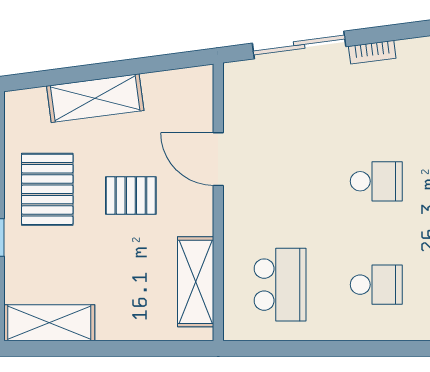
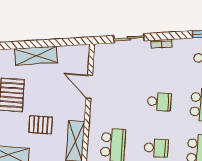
sliding door: (299, 45) -> (129, 38), width x0.73
pallet: (131, 196) -> (41, 125), moved

